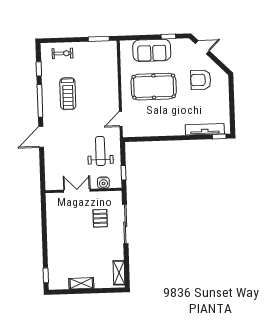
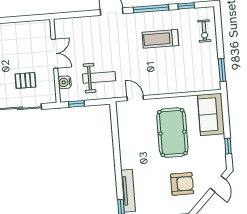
sofa: (152, 50) -> (211, 114), moved
armchair: (201, 80) -> (182, 184), turned 90

